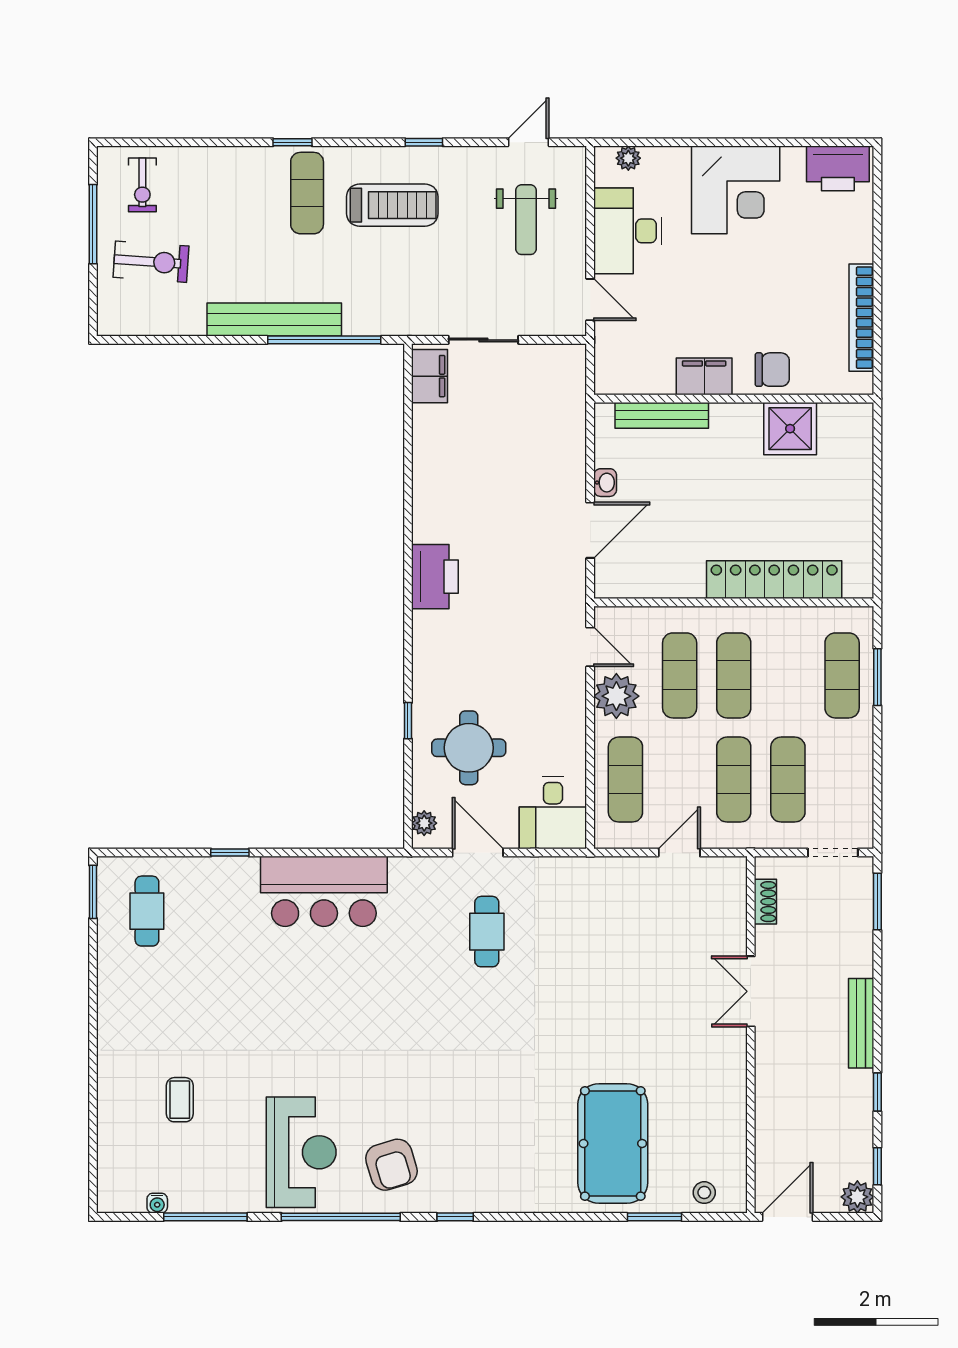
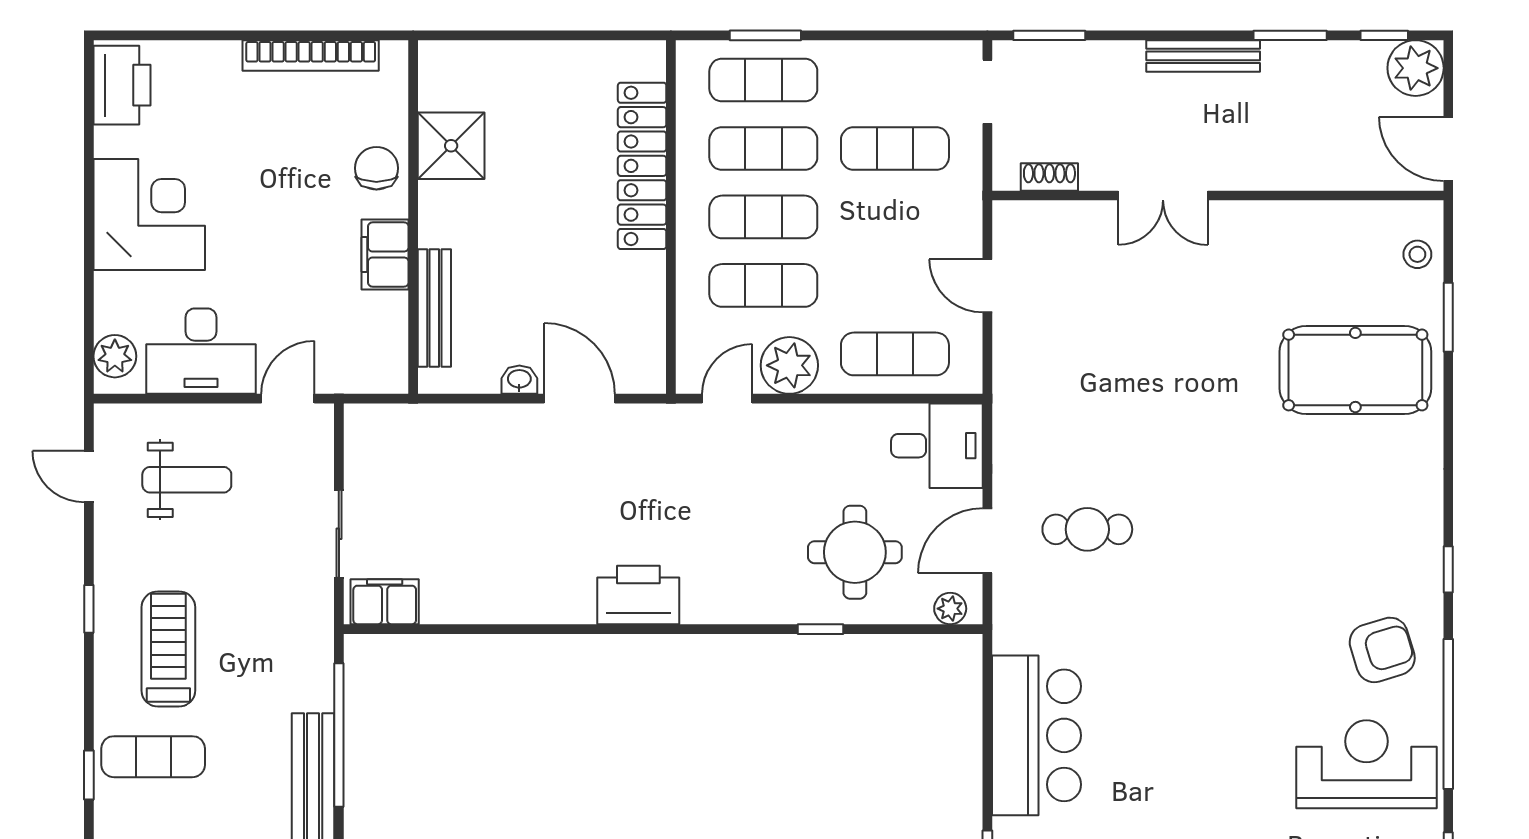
plant: (628, 158) -> (115, 356), width x1.38, depth x1.38
exercise mat: (734, 780) -> (763, 148), moved
window: (877, 1092) -> (1290, 35), width x1.50
plant: (857, 1197) -> (1416, 68), width x1.36, depth x1.36

